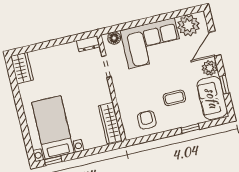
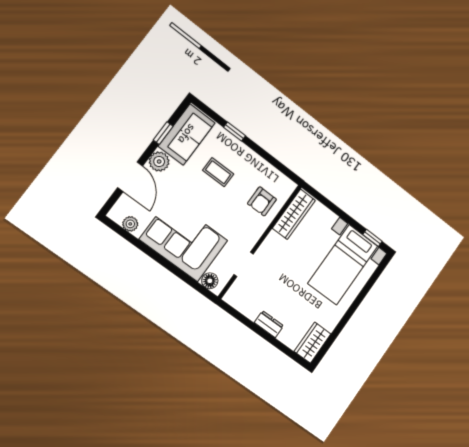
plant: (188, 25) -> (130, 224), width x0.53, depth x0.53
dresser: (88, 44) -> (269, 324), moved
door: (215, 44) -> (130, 177), hinge flipped
armchair: (147, 120) -> (262, 201), moved

